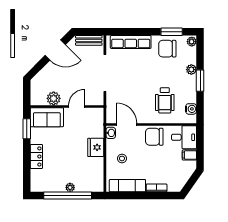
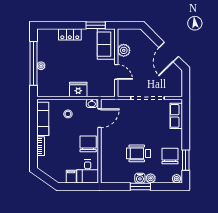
bench: (89, 40) -> (178, 83), removed
row of seats: (131, 42) -> (176, 116), width x0.68
wheelchair: (165, 100) -> (139, 153), moved
water cooler: (191, 109) -> (140, 178), moved

